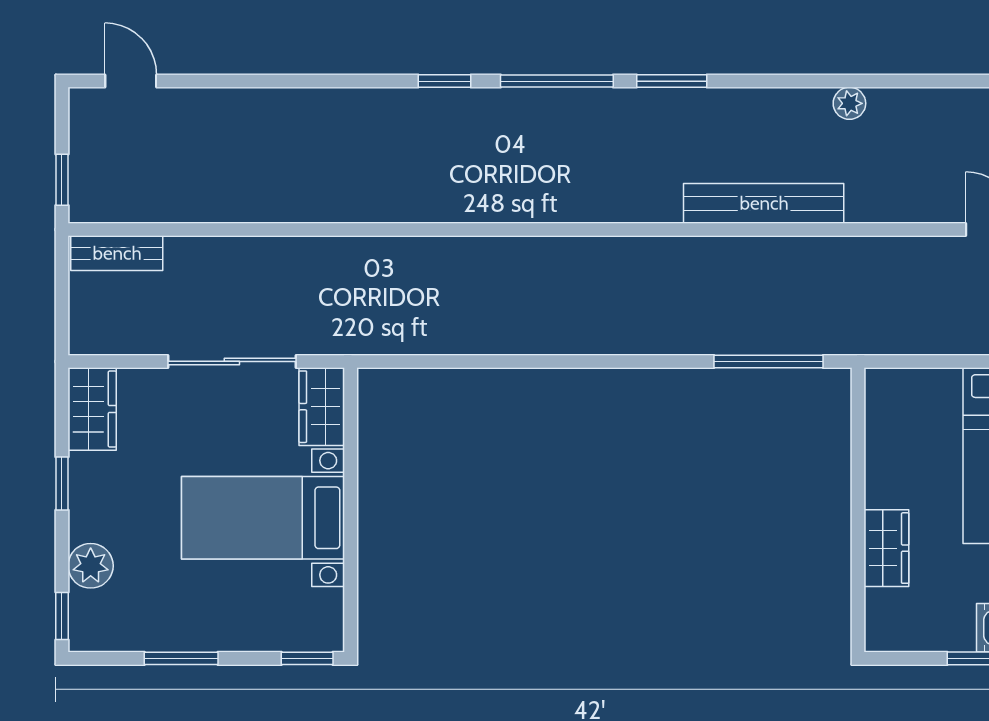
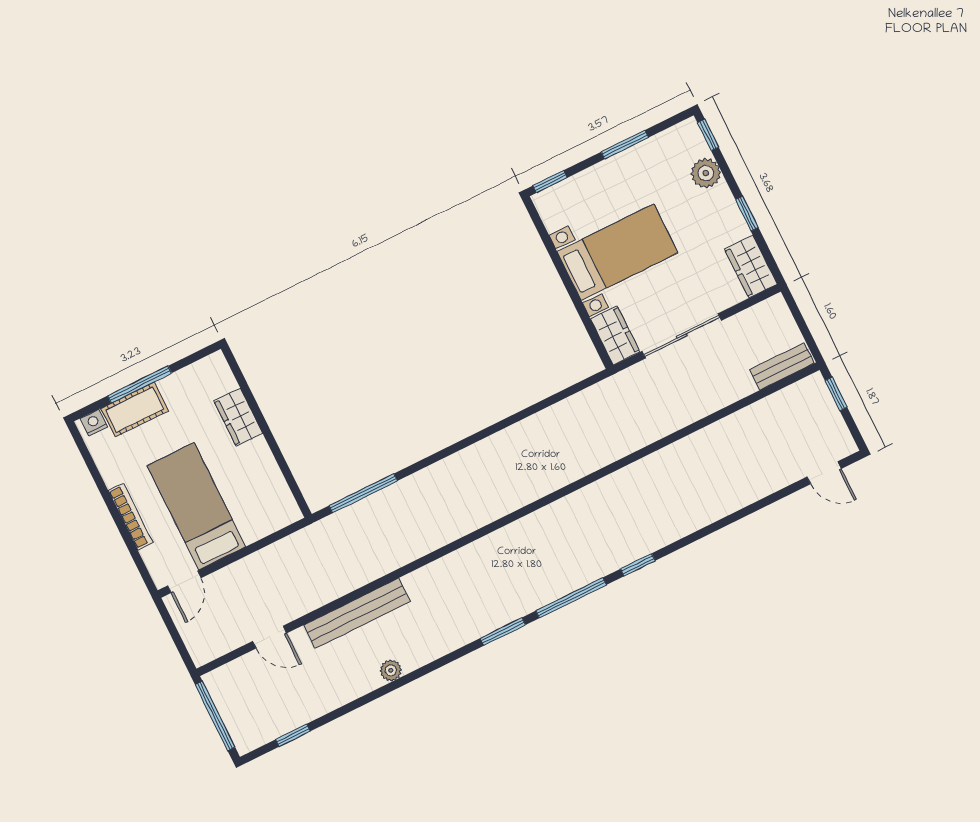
bench: (764, 203) -> (357, 613), moved

